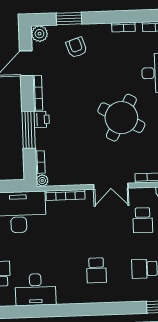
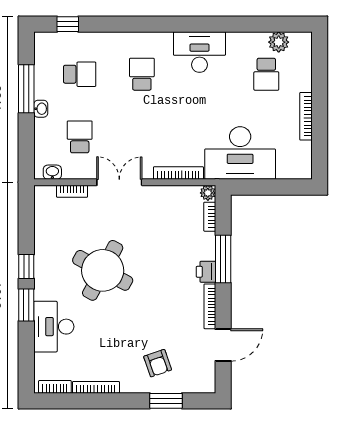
bookcase: (123, 27) -> (96, 387), width x1.56
plant: (39, 34) -> (205, 383), removed
desk: (36, 290) -> (199, 52), moved

